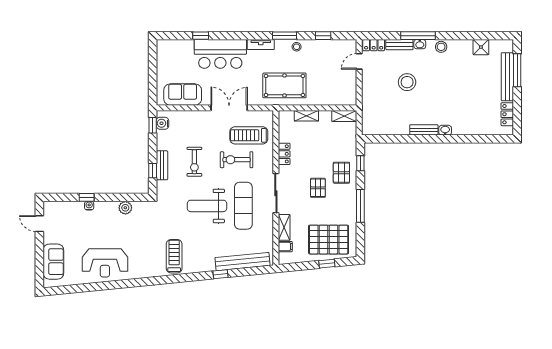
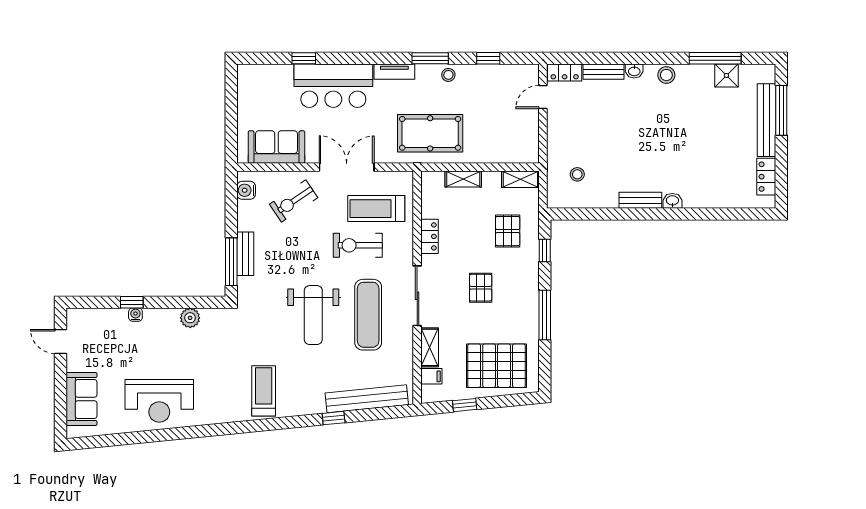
window: (418, 36) -> (715, 58), moved
stool: (407, 82) -> (577, 174), moved, width x0.53, depth x0.53
window: (153, 125) -> (231, 193), removed
exercise bike: (194, 162) -> (294, 201), moved, turned 56
window: (153, 171) -> (231, 262), width x2.17
pallet: (341, 173) -> (508, 231), moved
weight bench: (207, 206) -> (313, 315), turned -90
window: (327, 264) -> (465, 405), moved

